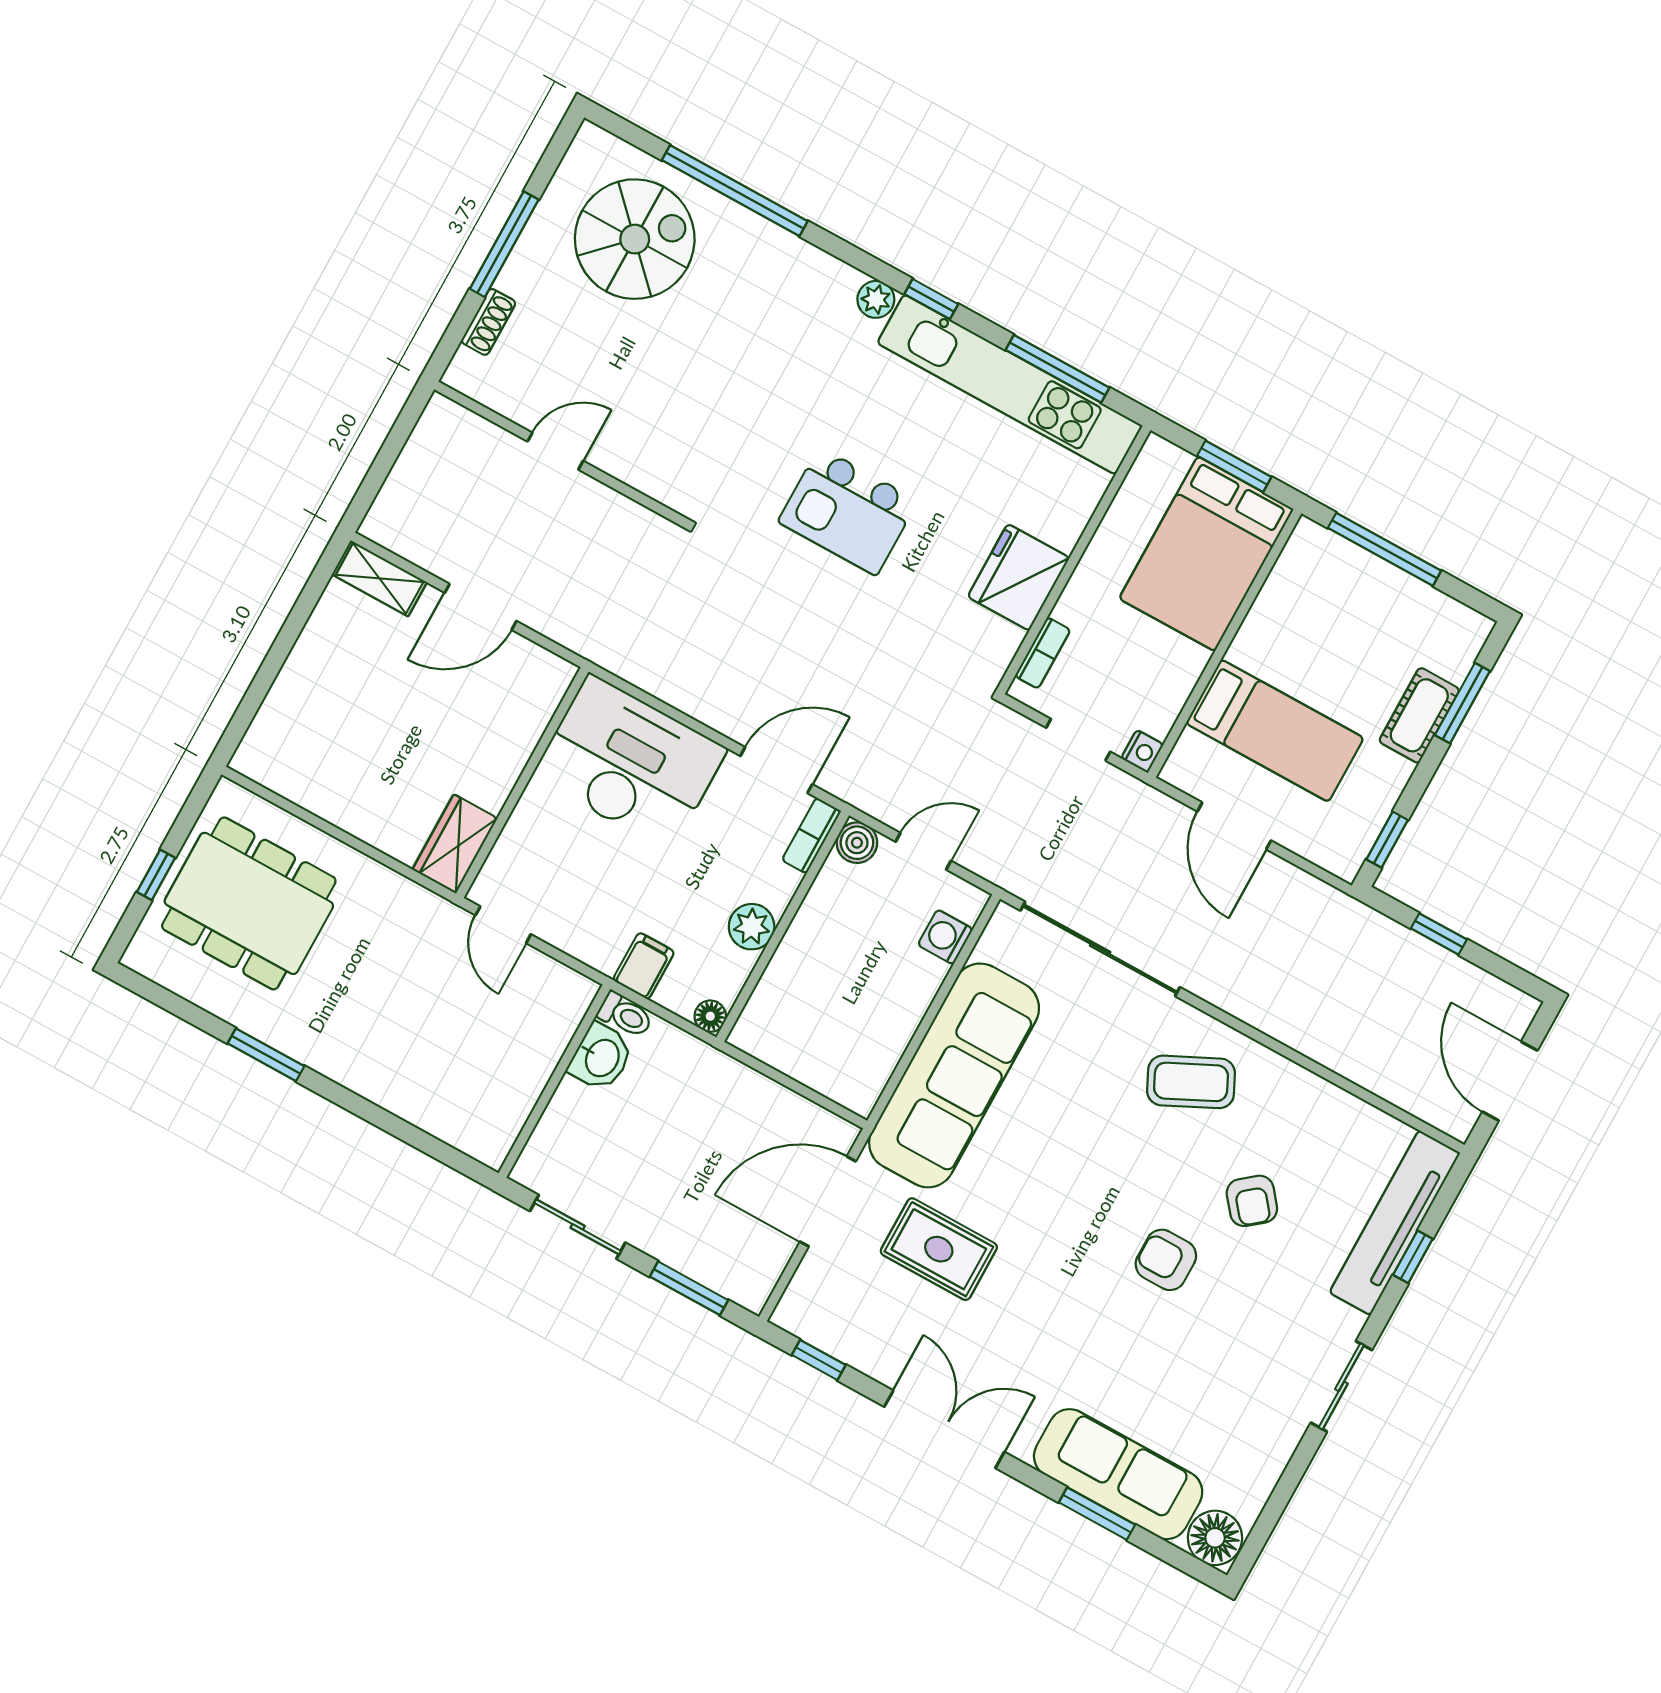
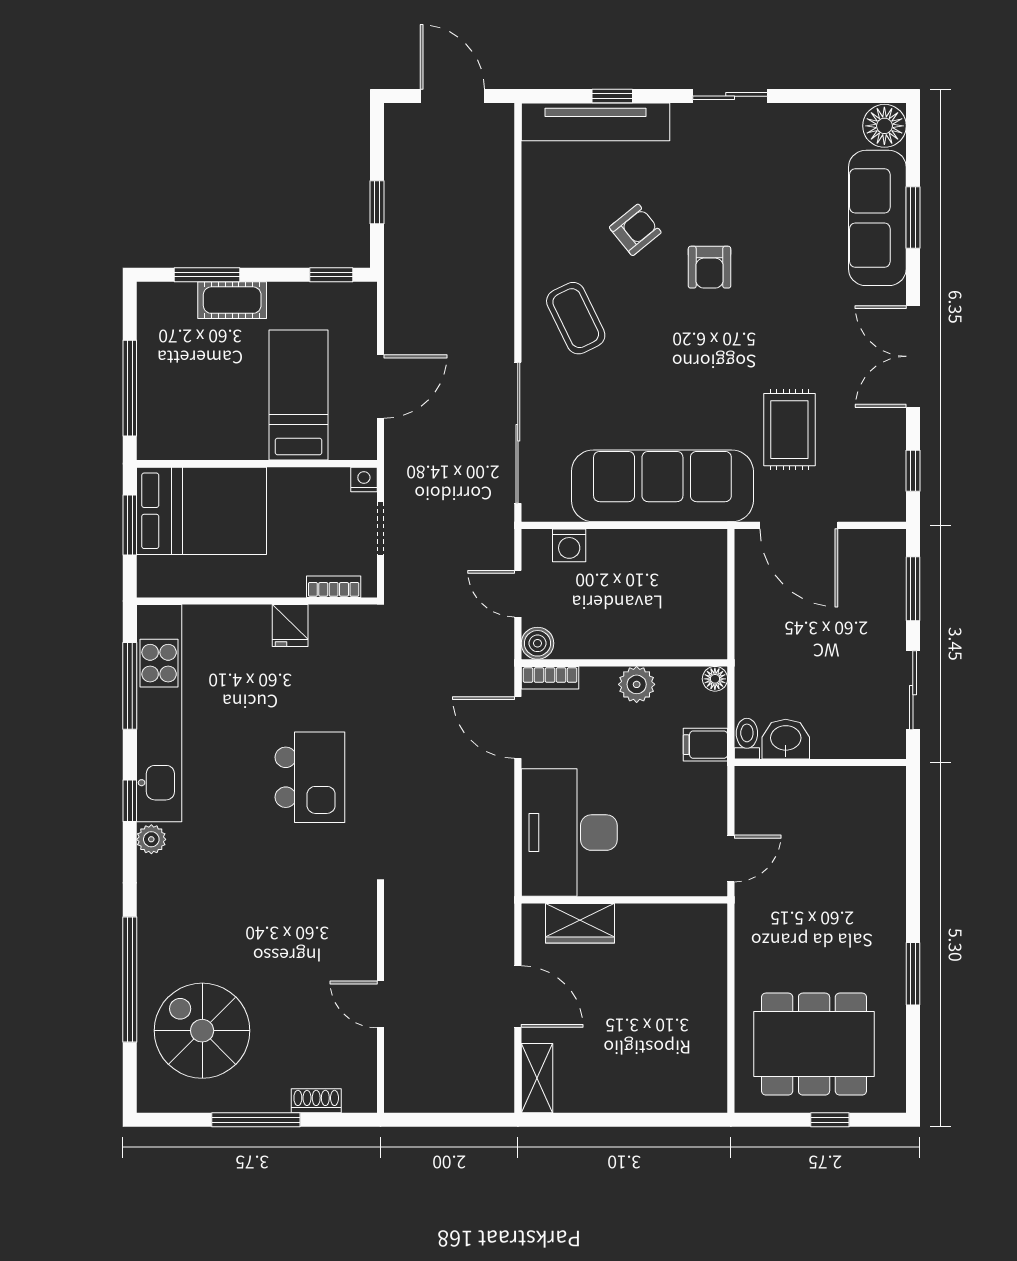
fridge: (1019, 577) -> (290, 626), width x0.53, depth x0.75
wardrobe: (455, 844) -> (580, 923), moved
dining table: (249, 903) -> (814, 1044), turned 90
door: (1510, 1081) -> (452, 96), swing flipped

